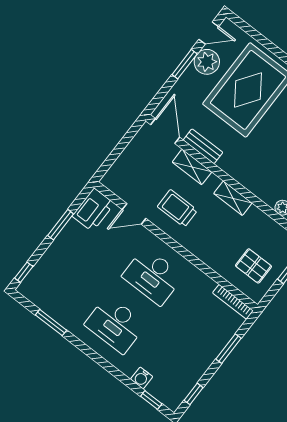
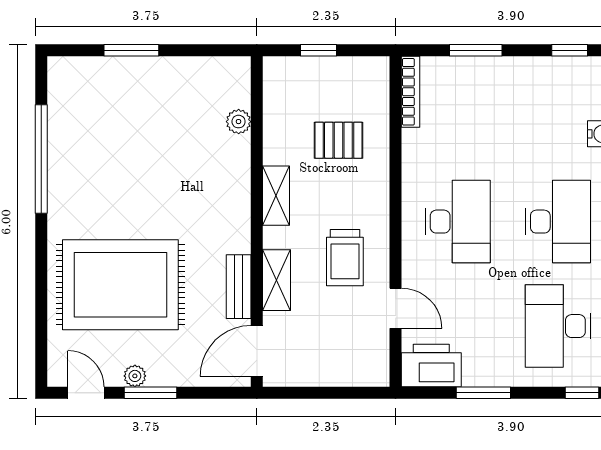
plant: (207, 62) -> (135, 376), width x0.53, depth x0.53
pallet: (253, 266) -> (338, 140), moved, turned 90
desk: (65, 285) -> (558, 326), added

